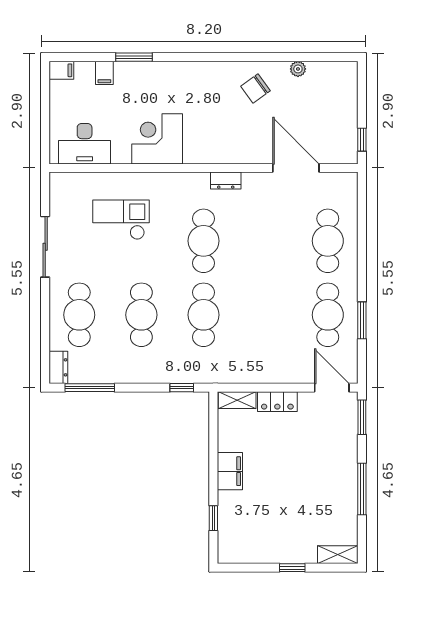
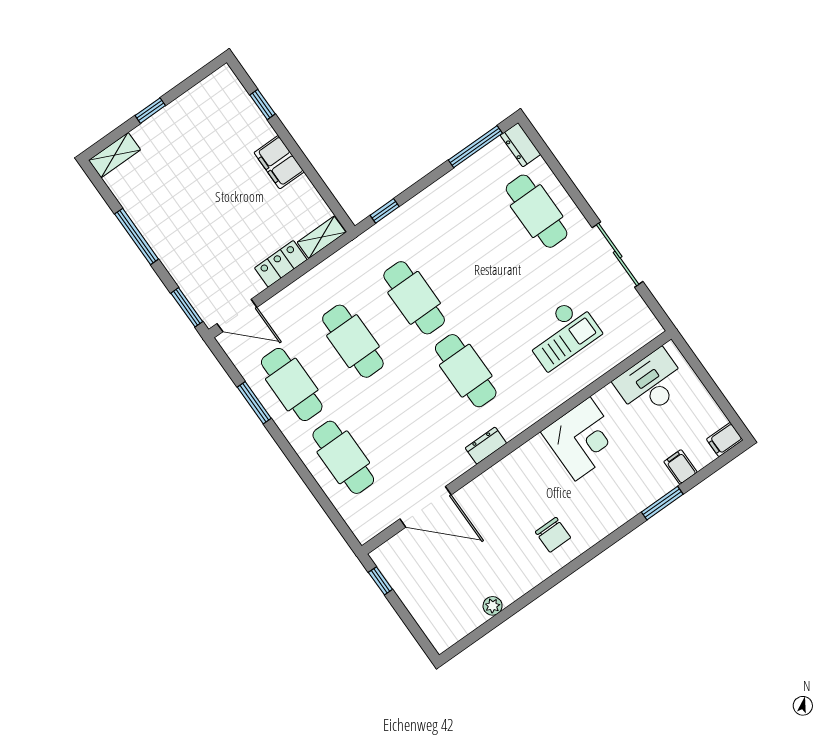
chair: (255, 88) -> (553, 535), moved, turned 126
cafe table: (141, 315) -> (353, 341), moved

